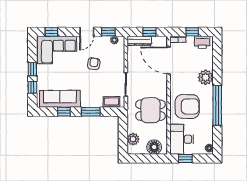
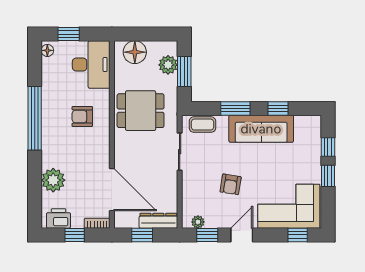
plant: (206, 77) -> (53, 180), moved
sofa: (60, 99) -> (261, 129), moved
armchair: (187, 107) -> (82, 117), width x0.53, depth x0.53
window: (123, 135) -> (184, 71), added
window: (185, 158) -> (69, 34), moved

